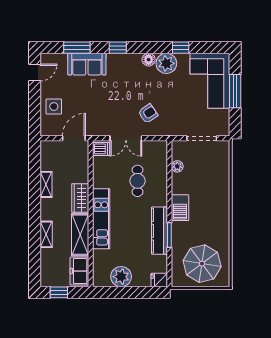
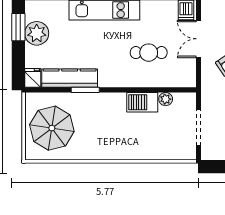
barbecue: (180, 208) -> (142, 102), moved
kitchen counter: (159, 231) -> (70, 78), moved
window: (116, 292) -> (18, 27), added

